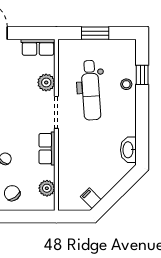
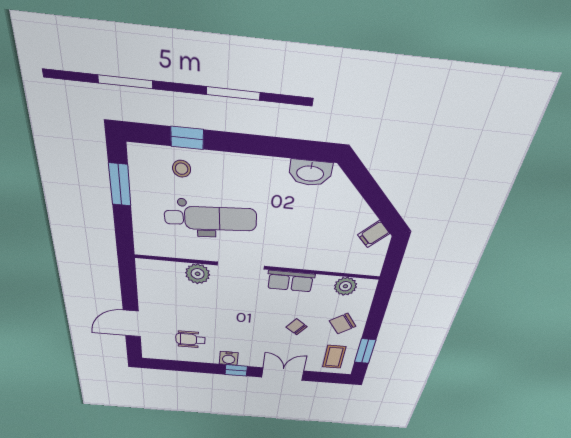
window: (95, 33) -> (120, 185), moved
row of seats: (38, 47) -> (148, 279), removed
stool: (126, 84) -> (182, 169), moved

